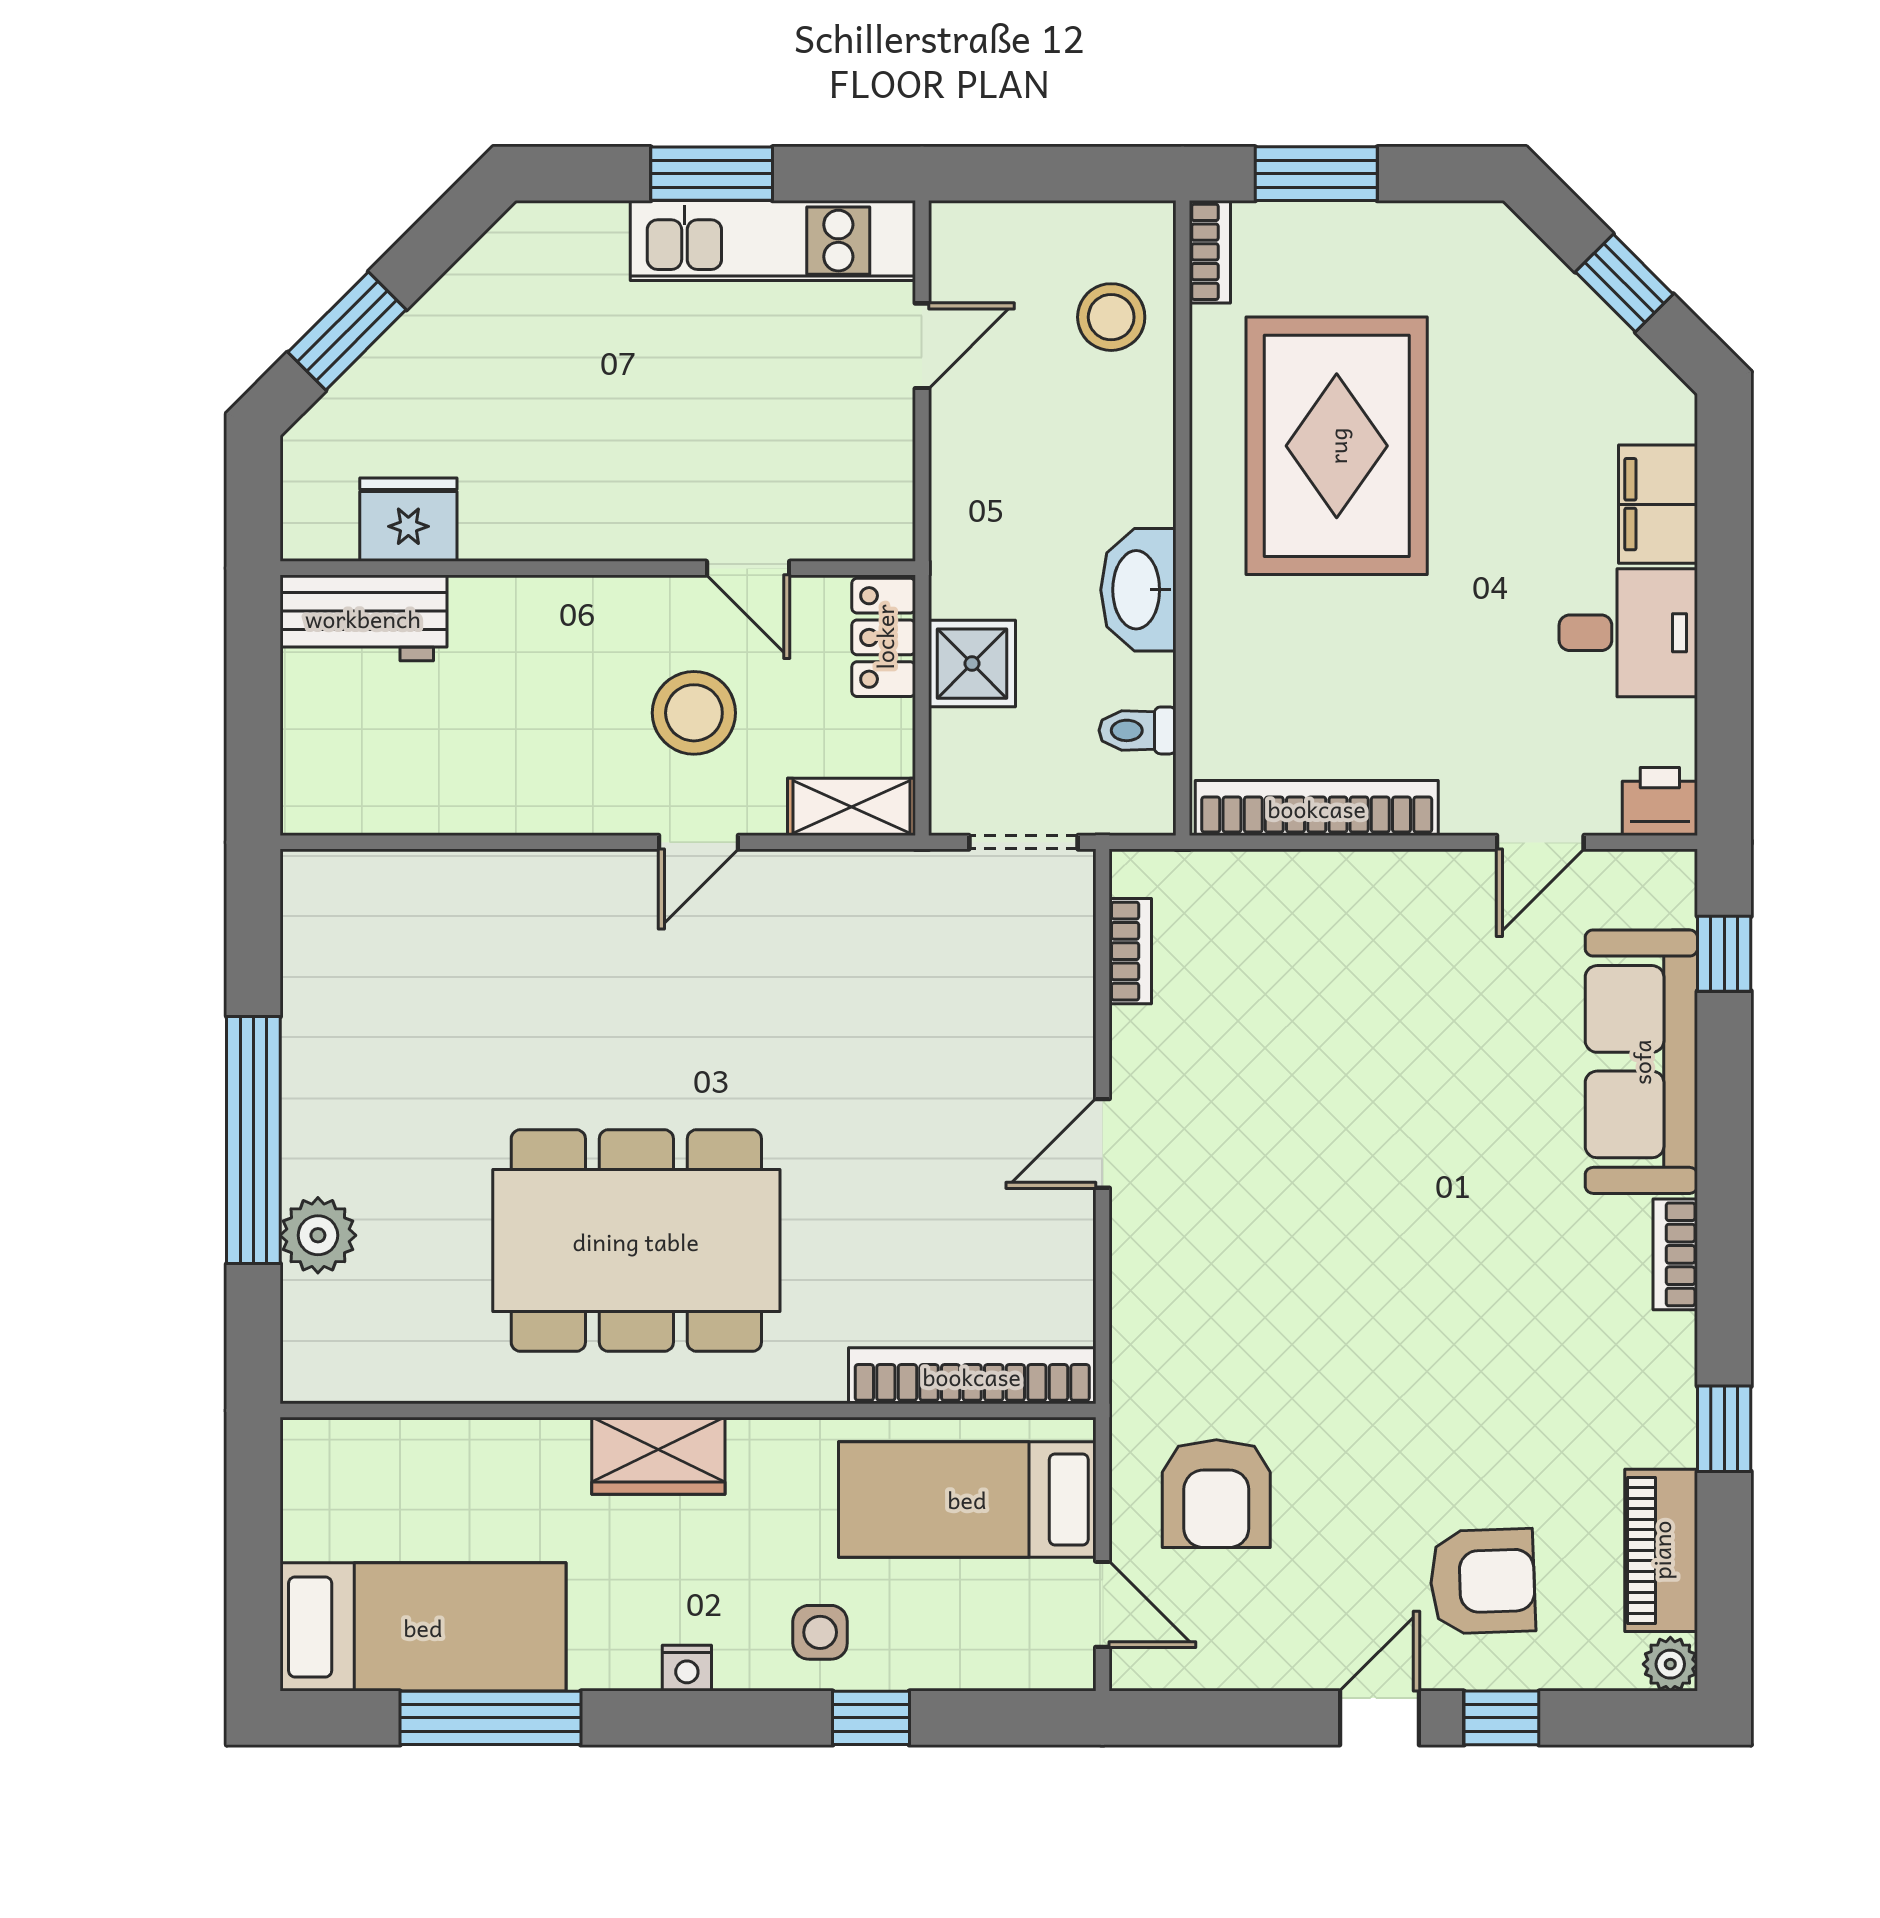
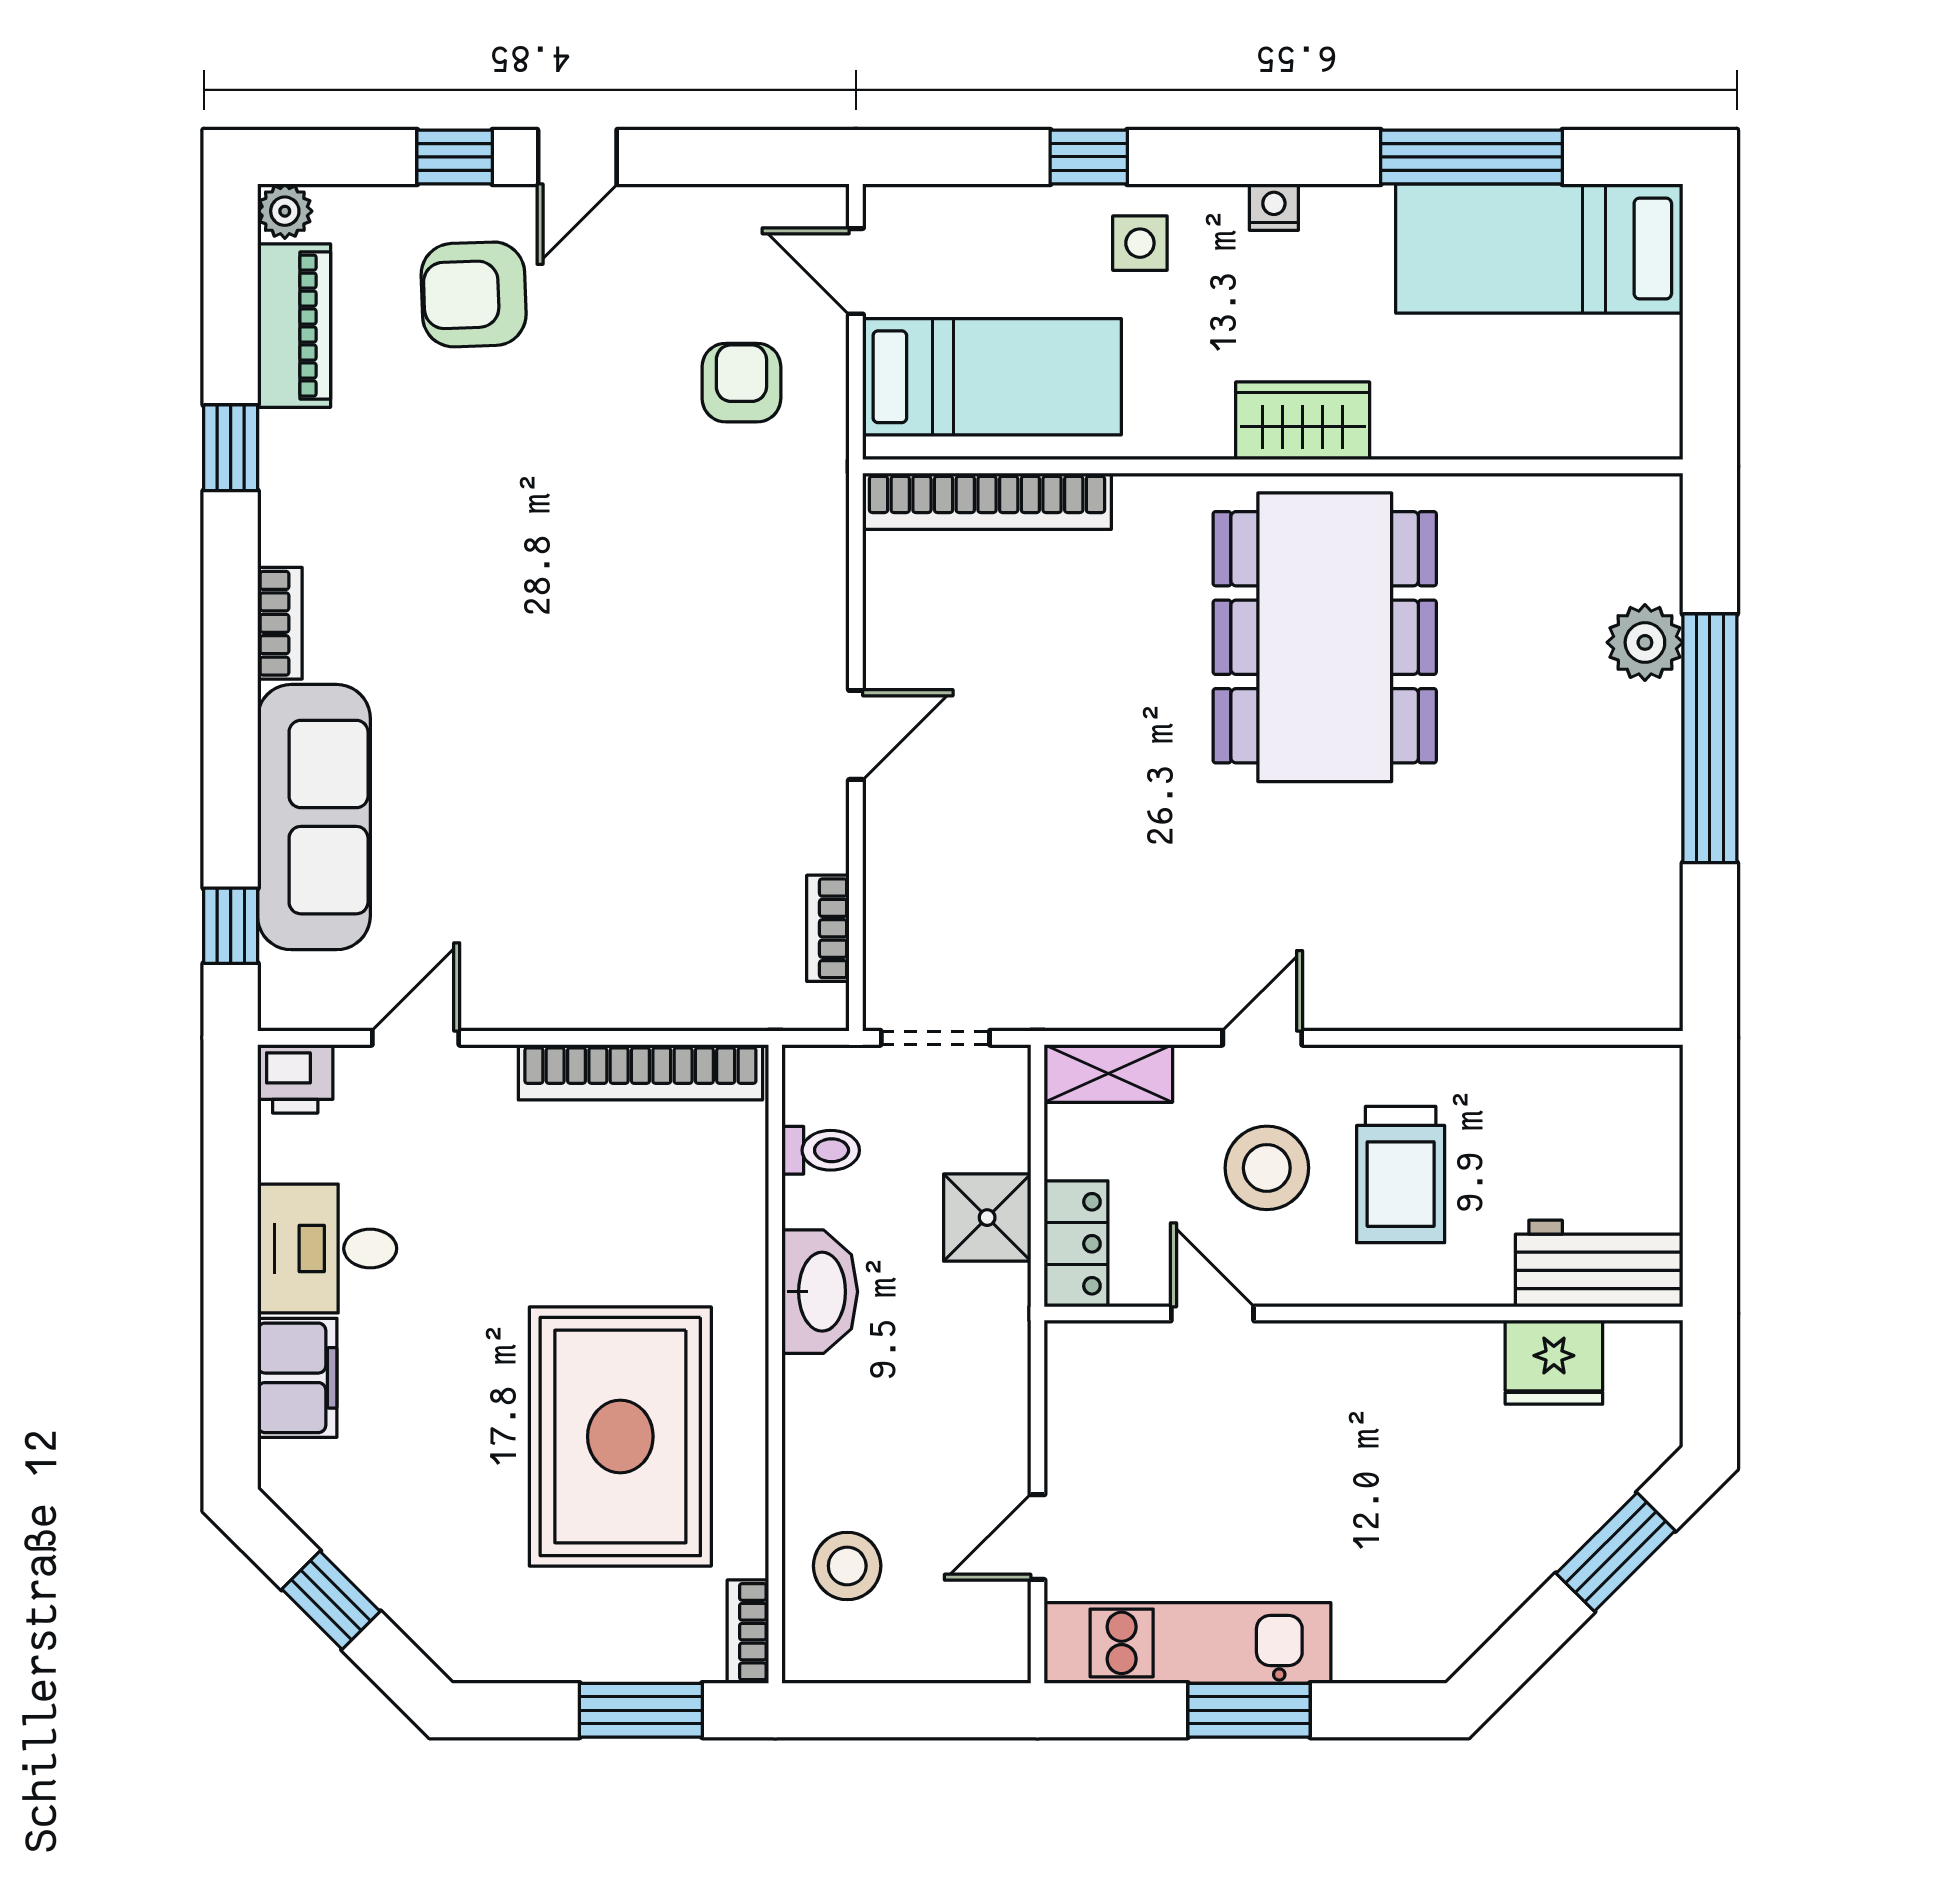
trolley: (561, 706) -> (1401, 1175), added
dining table: (636, 1241) -> (1325, 637), turned 90
armchair: (1216, 1494) -> (741, 383), width x0.72, depth x0.72

